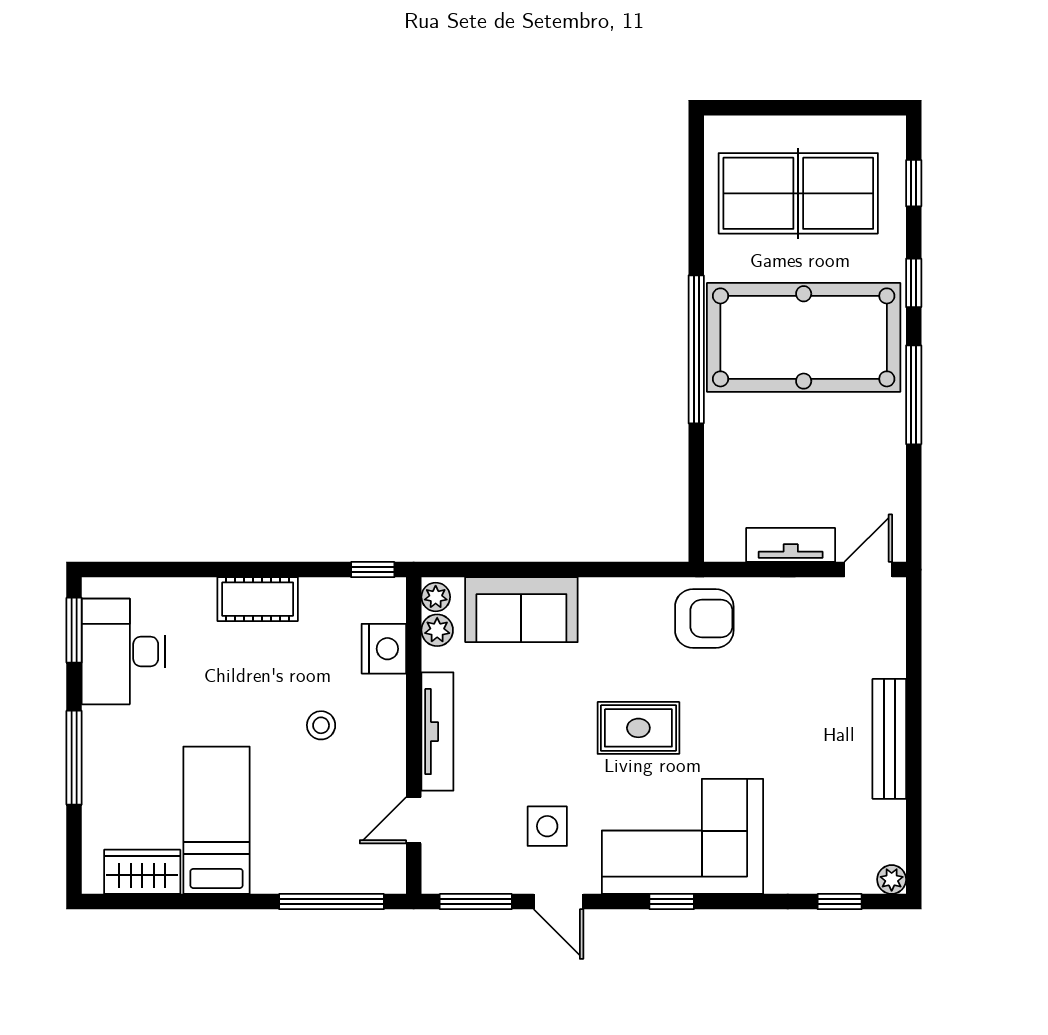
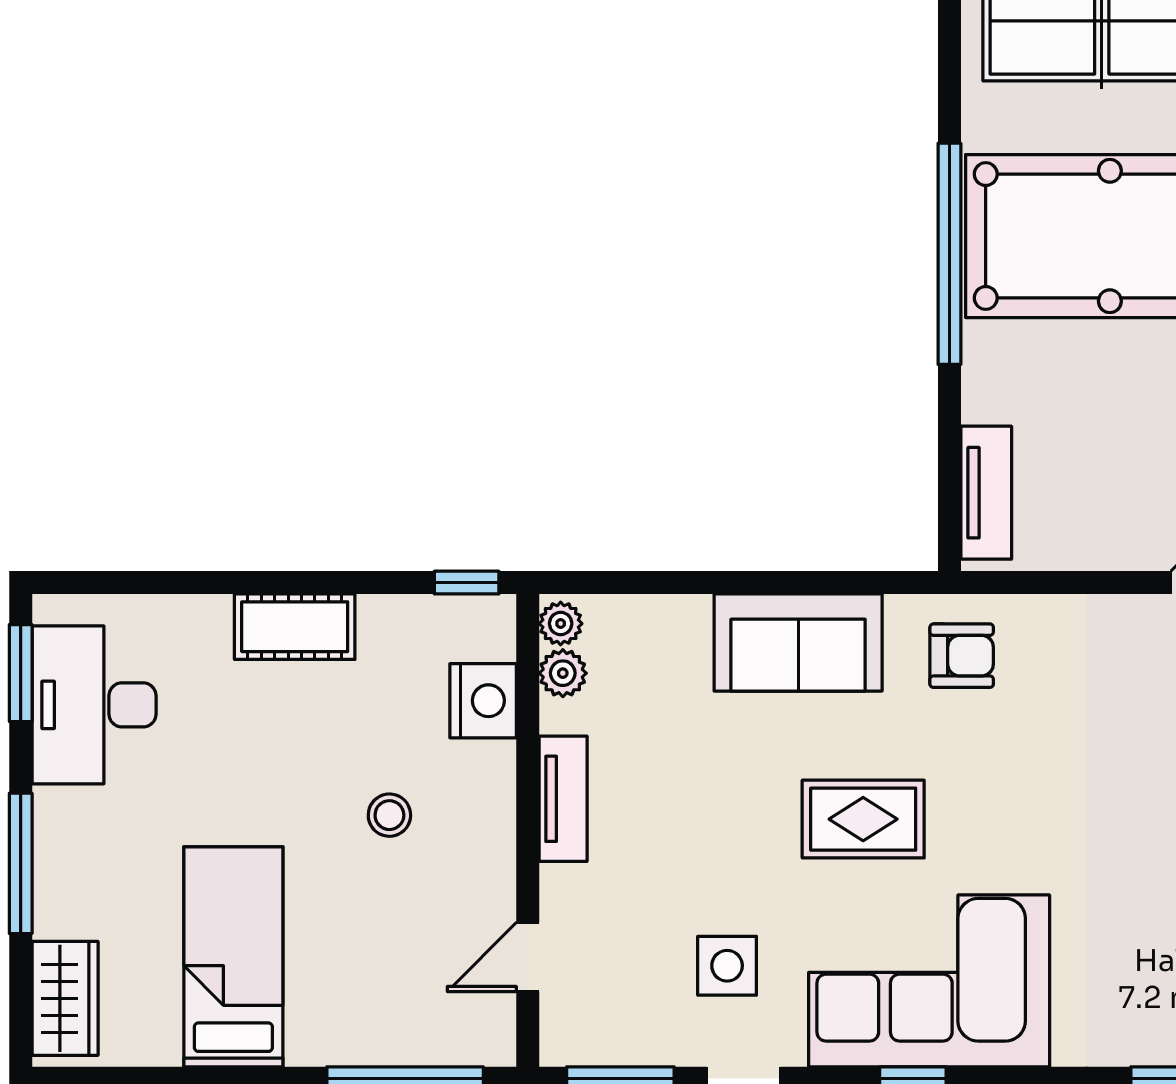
tv unit: (791, 545) -> (986, 493), moved, turned 90
sofa: (521, 610) -> (798, 642), moved
armchair: (704, 618) -> (962, 656), width x0.72, depth x0.72
tv unit: (437, 732) -> (563, 799), width x0.71
wardrobe: (142, 872) -> (65, 998), moved, turned 90

